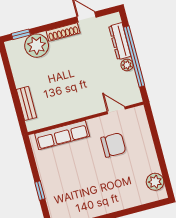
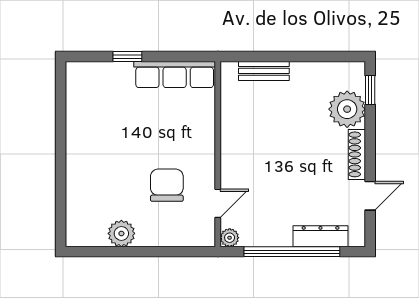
plant: (127, 65) -> (230, 238), moved
row of seats: (62, 135) -> (175, 74), moved, turned -90
chair: (113, 145) -> (167, 185), turned 180
plant: (155, 182) -> (121, 233), moved

